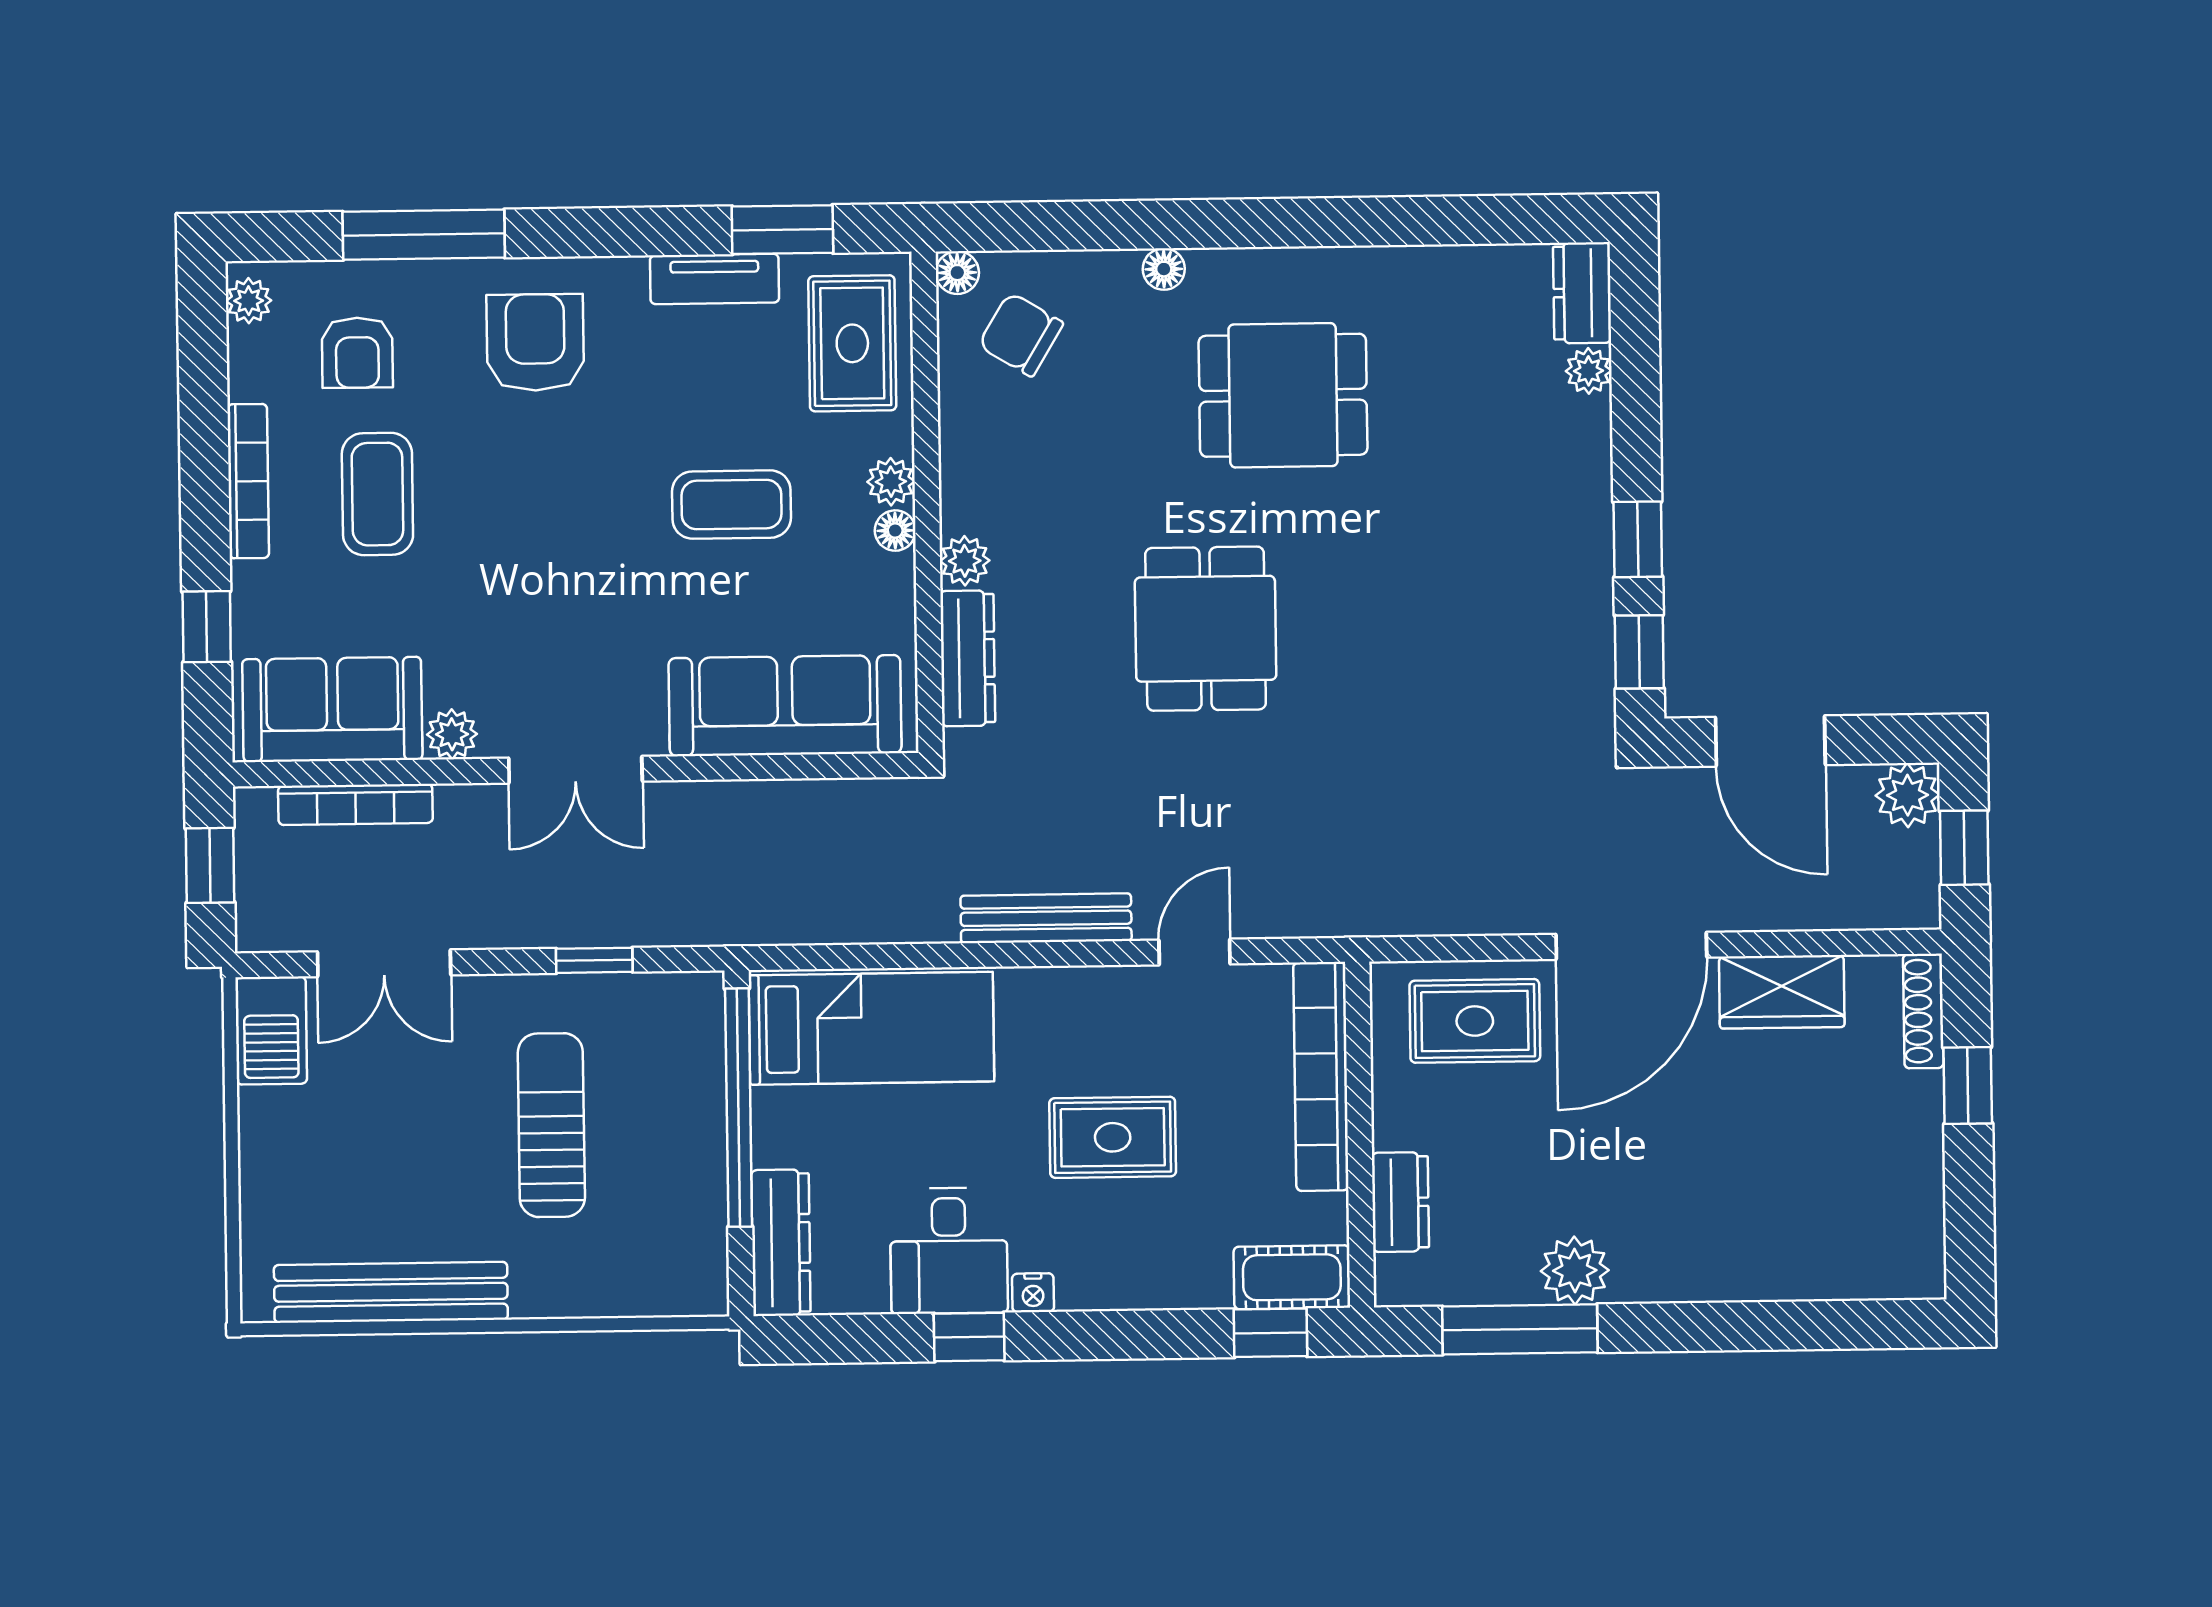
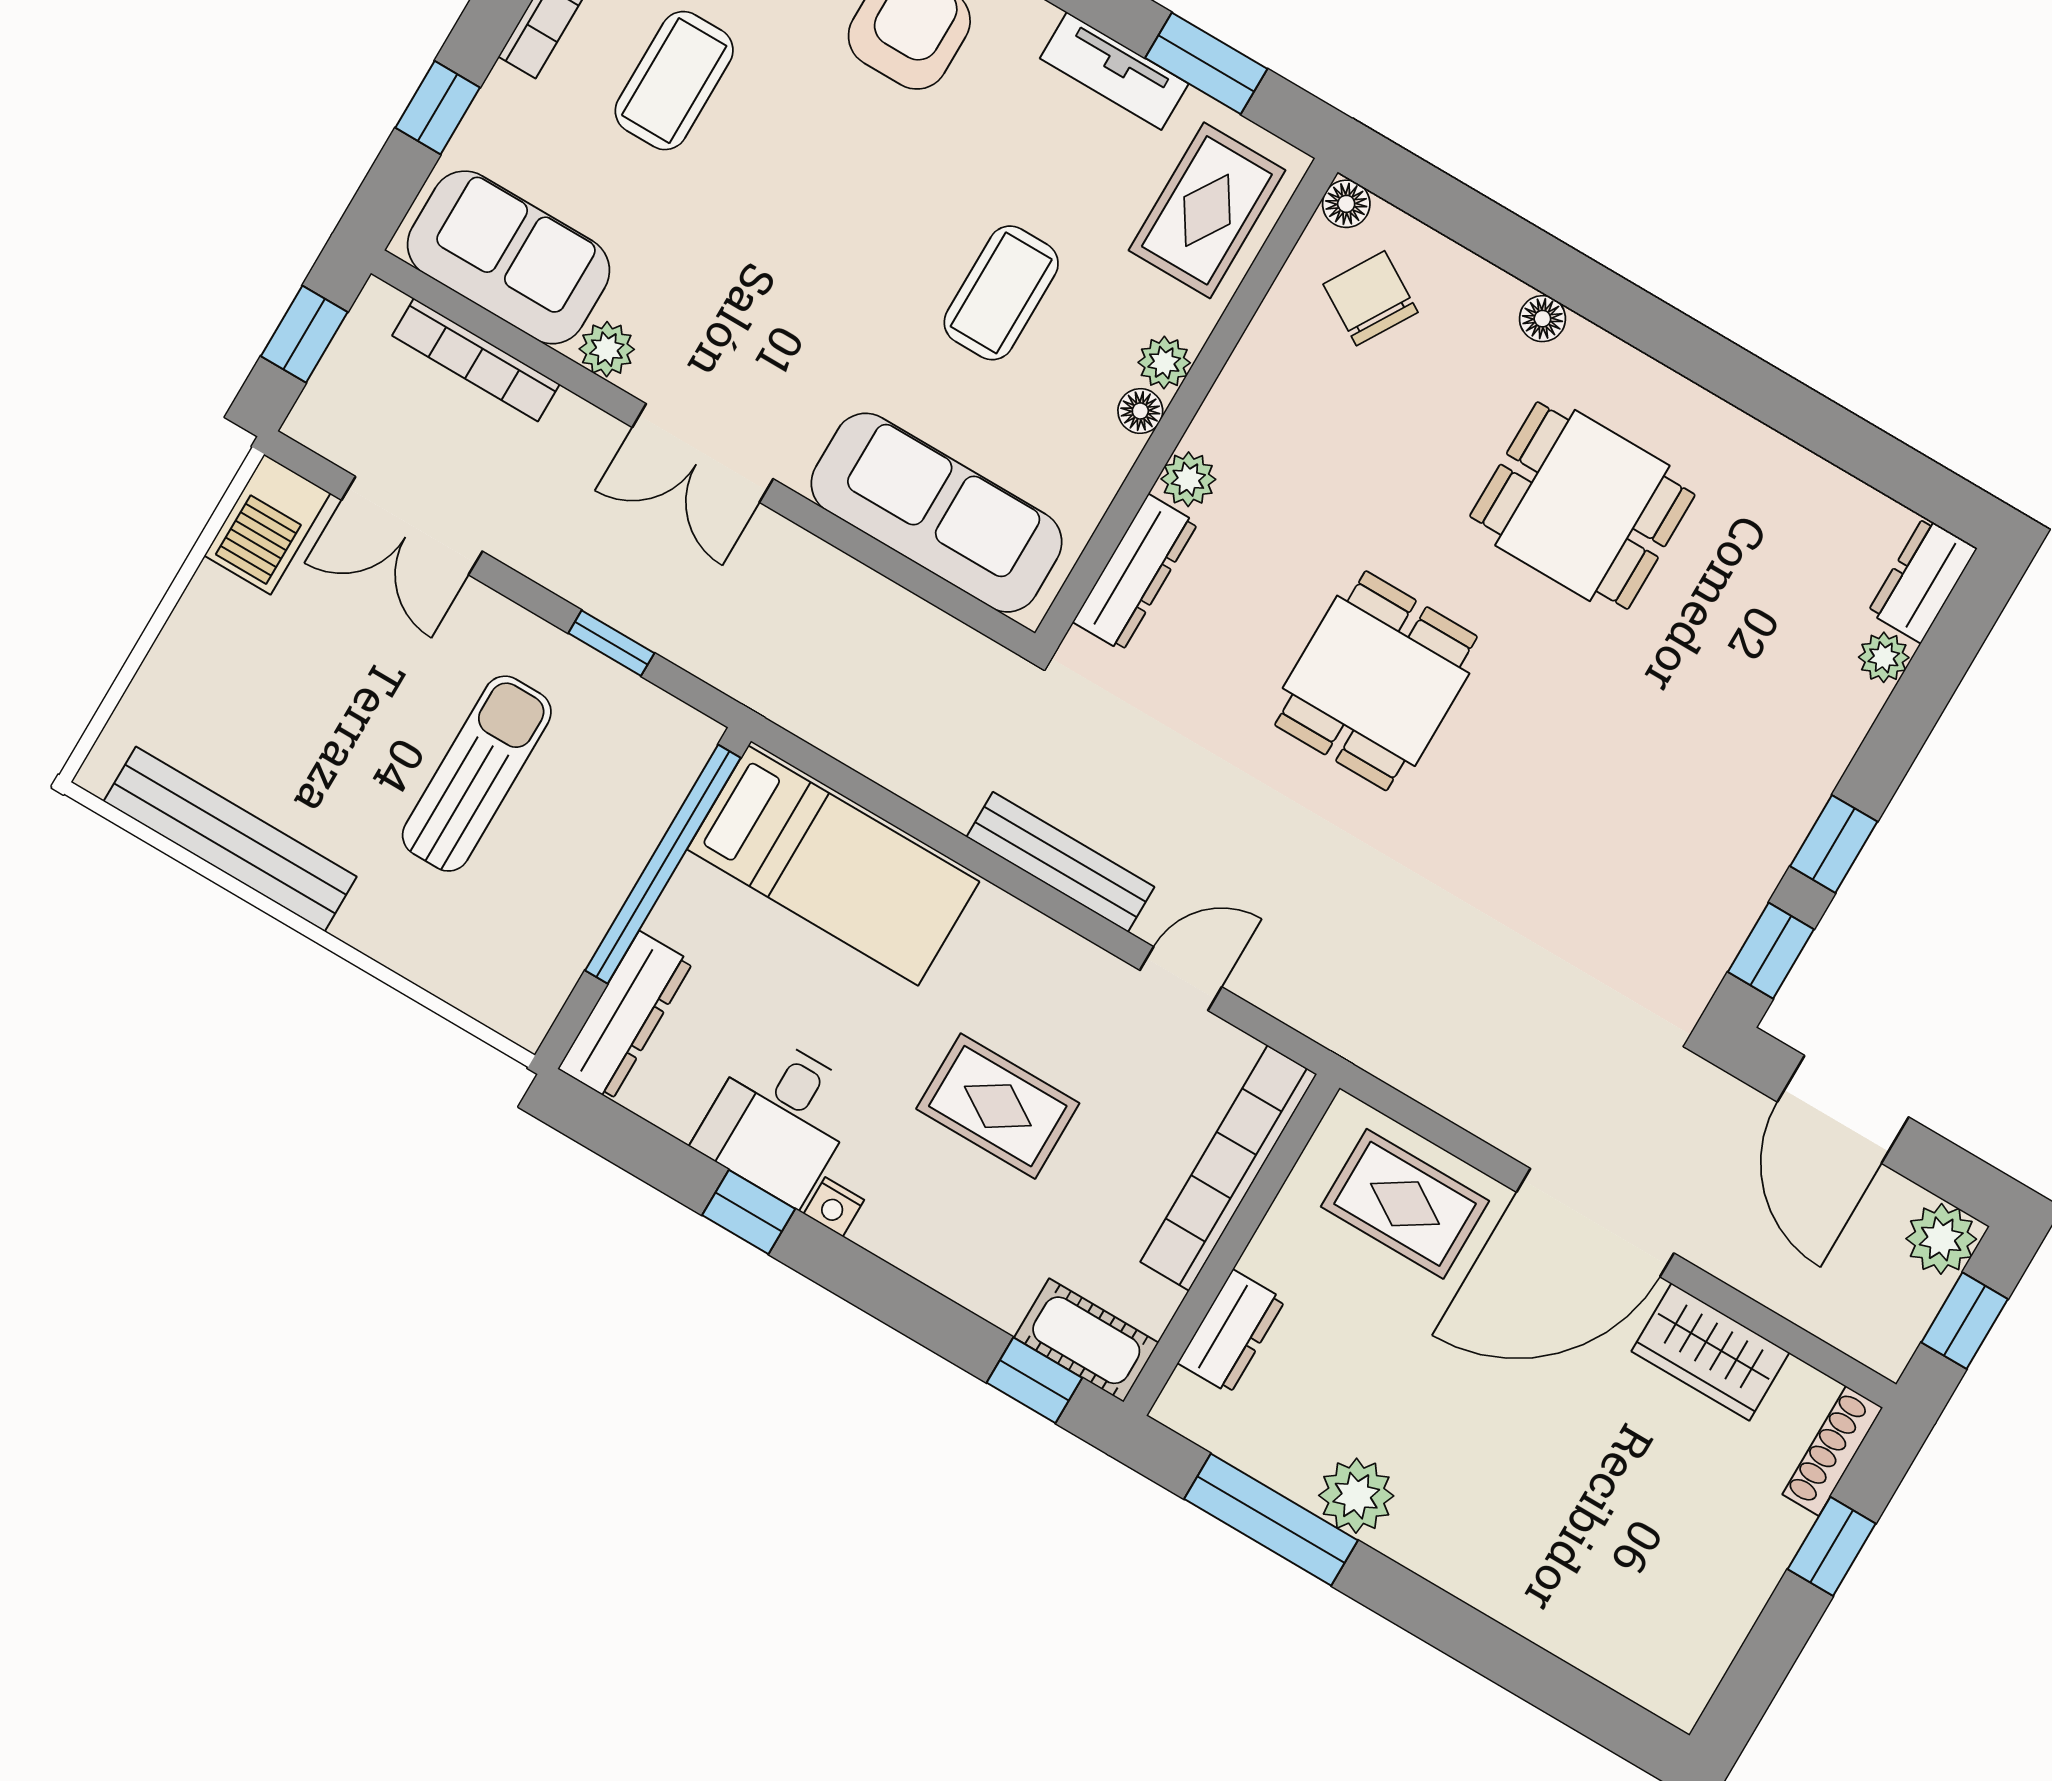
coffee table: (731, 505) -> (1001, 293), turned 90

